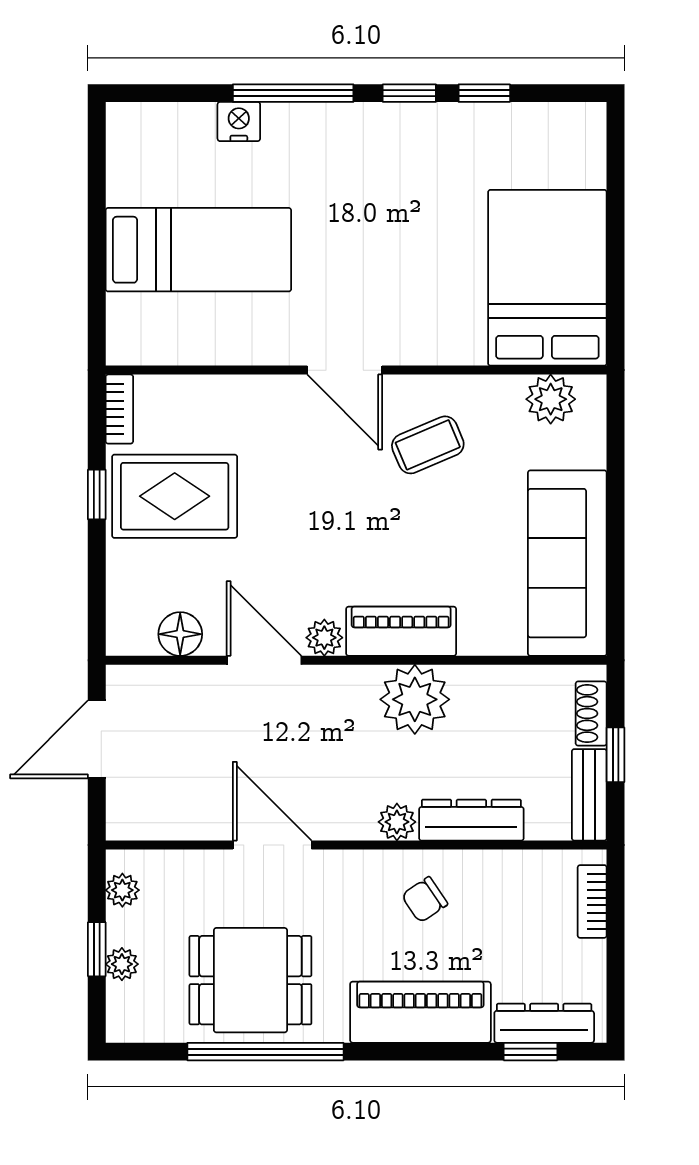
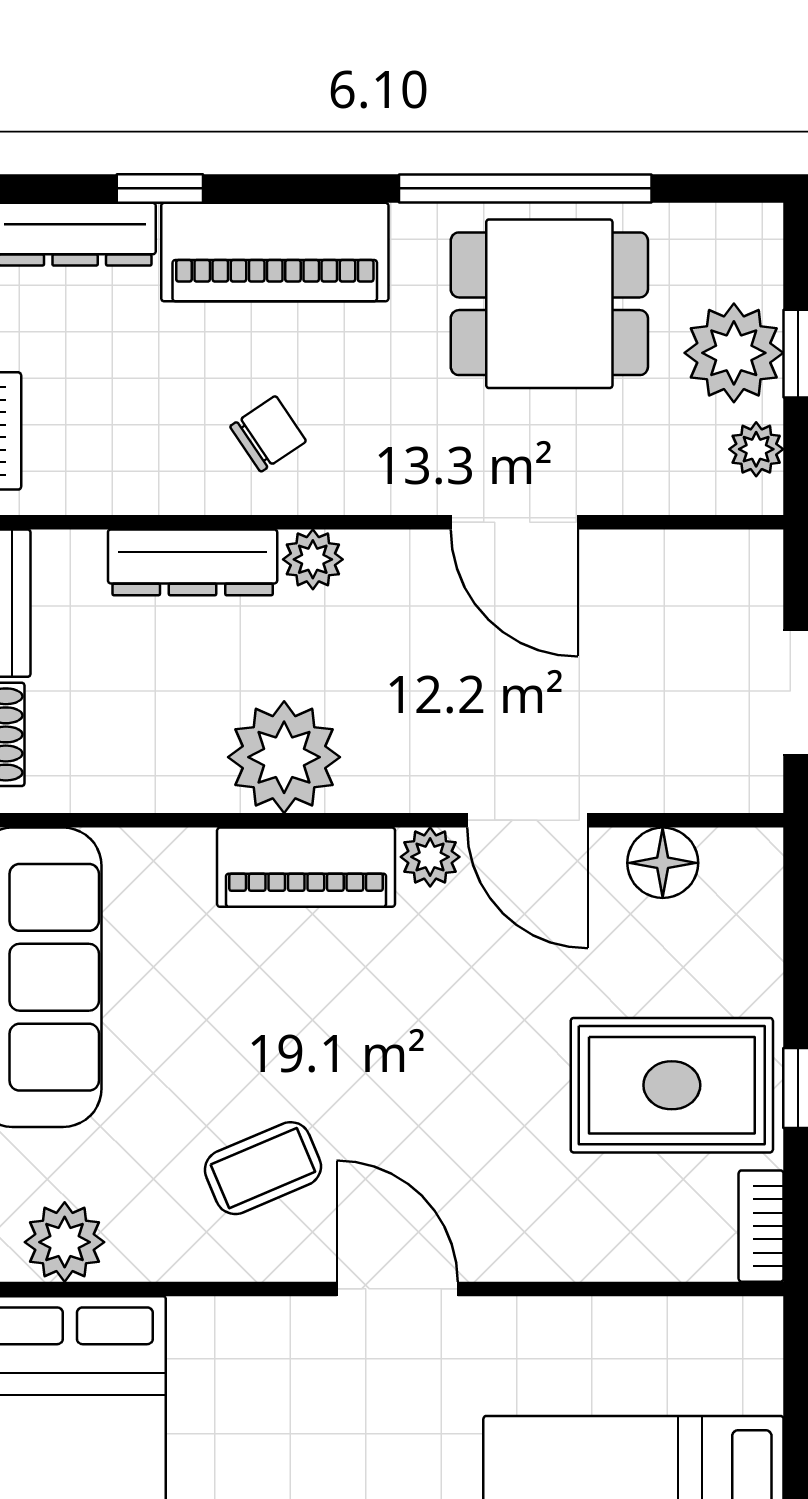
plant: (122, 964) -> (734, 353), width x1.88, depth x1.88
window: (531, 1052) -> (160, 188), moved

